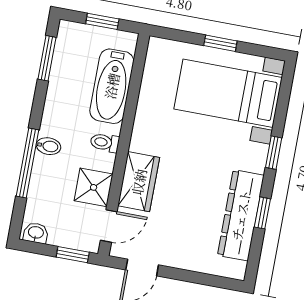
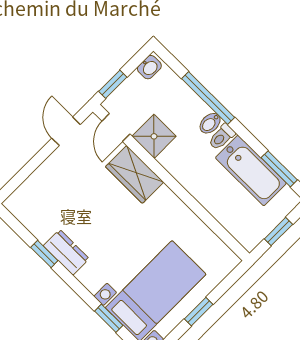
bathtub: (112, 86) -> (251, 170), moved, turned 180
toilet: (105, 143) -> (222, 137), moved, turned 180
window: (274, 153) -> (109, 318), moved
dresser: (241, 215) -> (66, 252), width x0.51, depth x0.80

